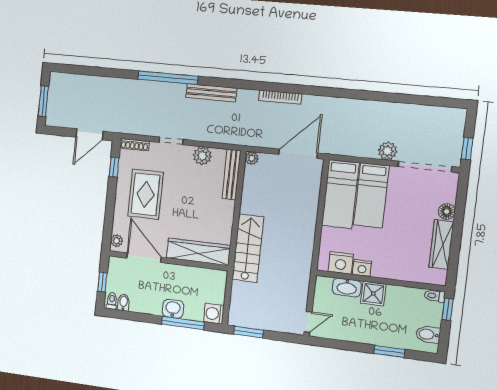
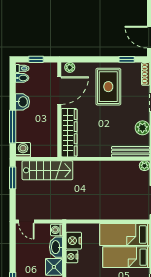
rug: (146, 194) -> (108, 87), turned 90
stairs: (248, 248) -> (47, 170), moved
washing machine: (324, 284) -> (56, 230), added
washbasin: (173, 309) -> (23, 102), moved

